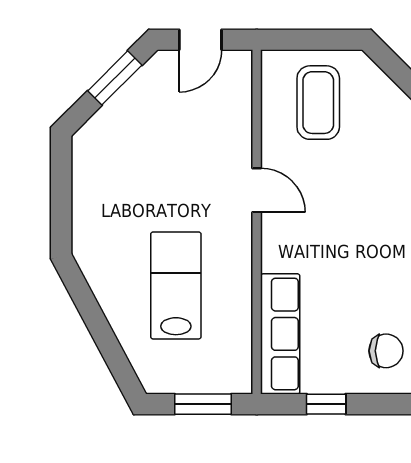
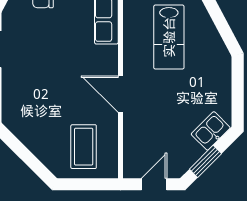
kitchen sink: (106, 129) -> (211, 131), added
door: (257, 190) -> (120, 94), width x1.38

